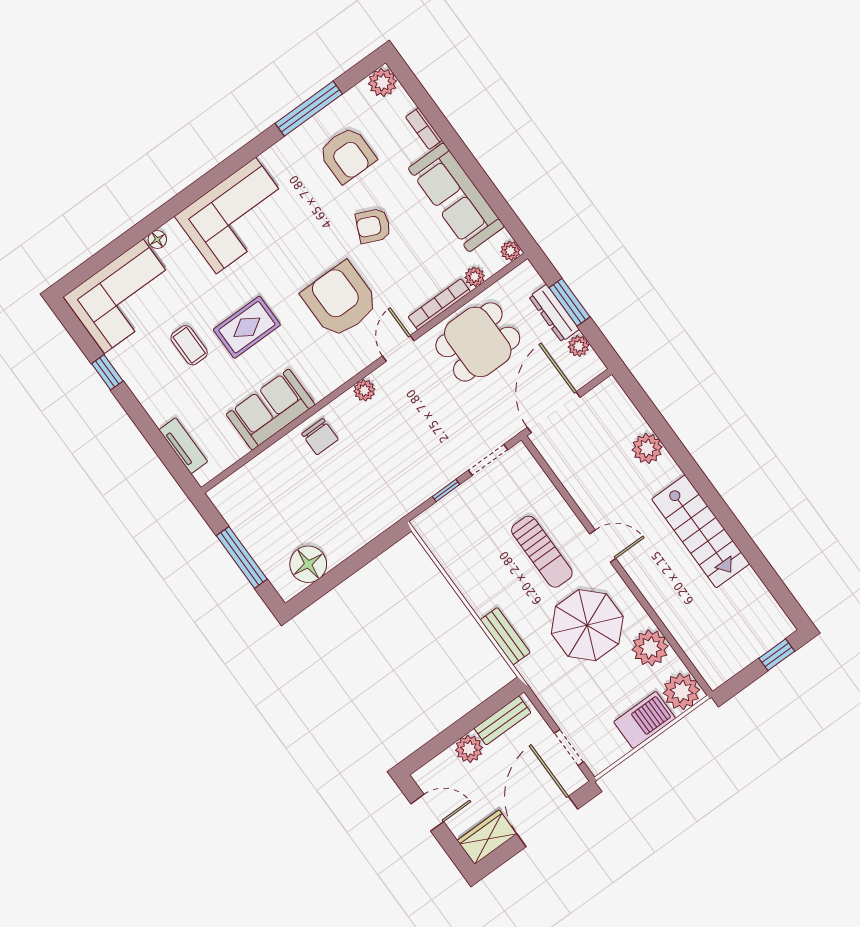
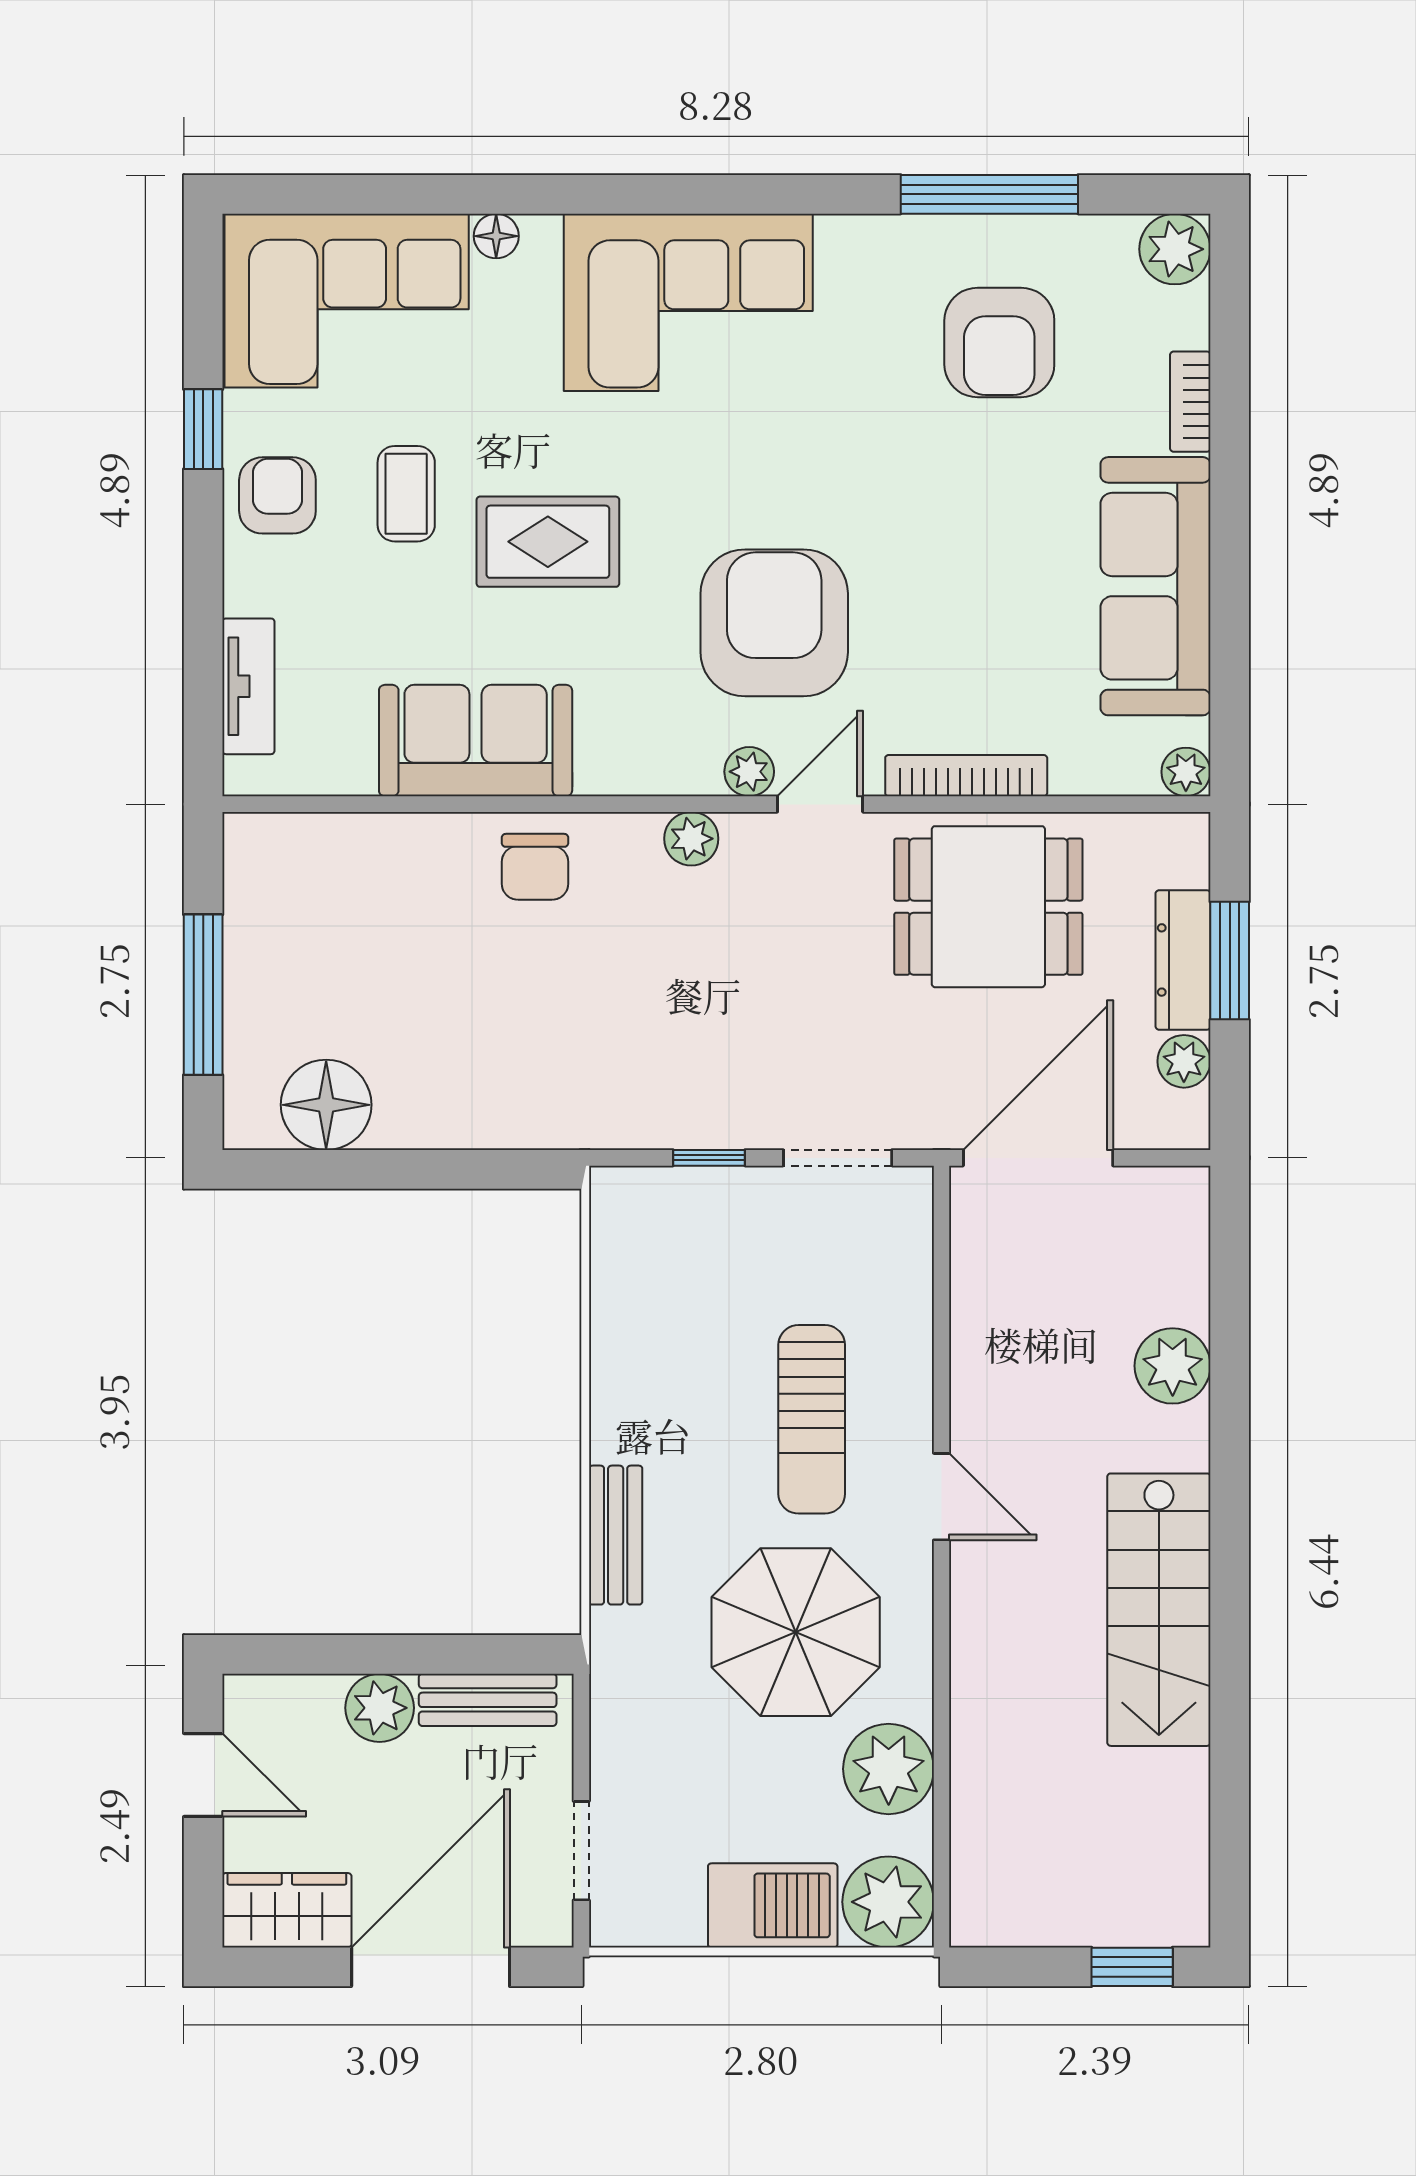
armchair: (373, 226) -> (277, 495), moved, turned 66
plant: (475, 277) -> (749, 772), moved

